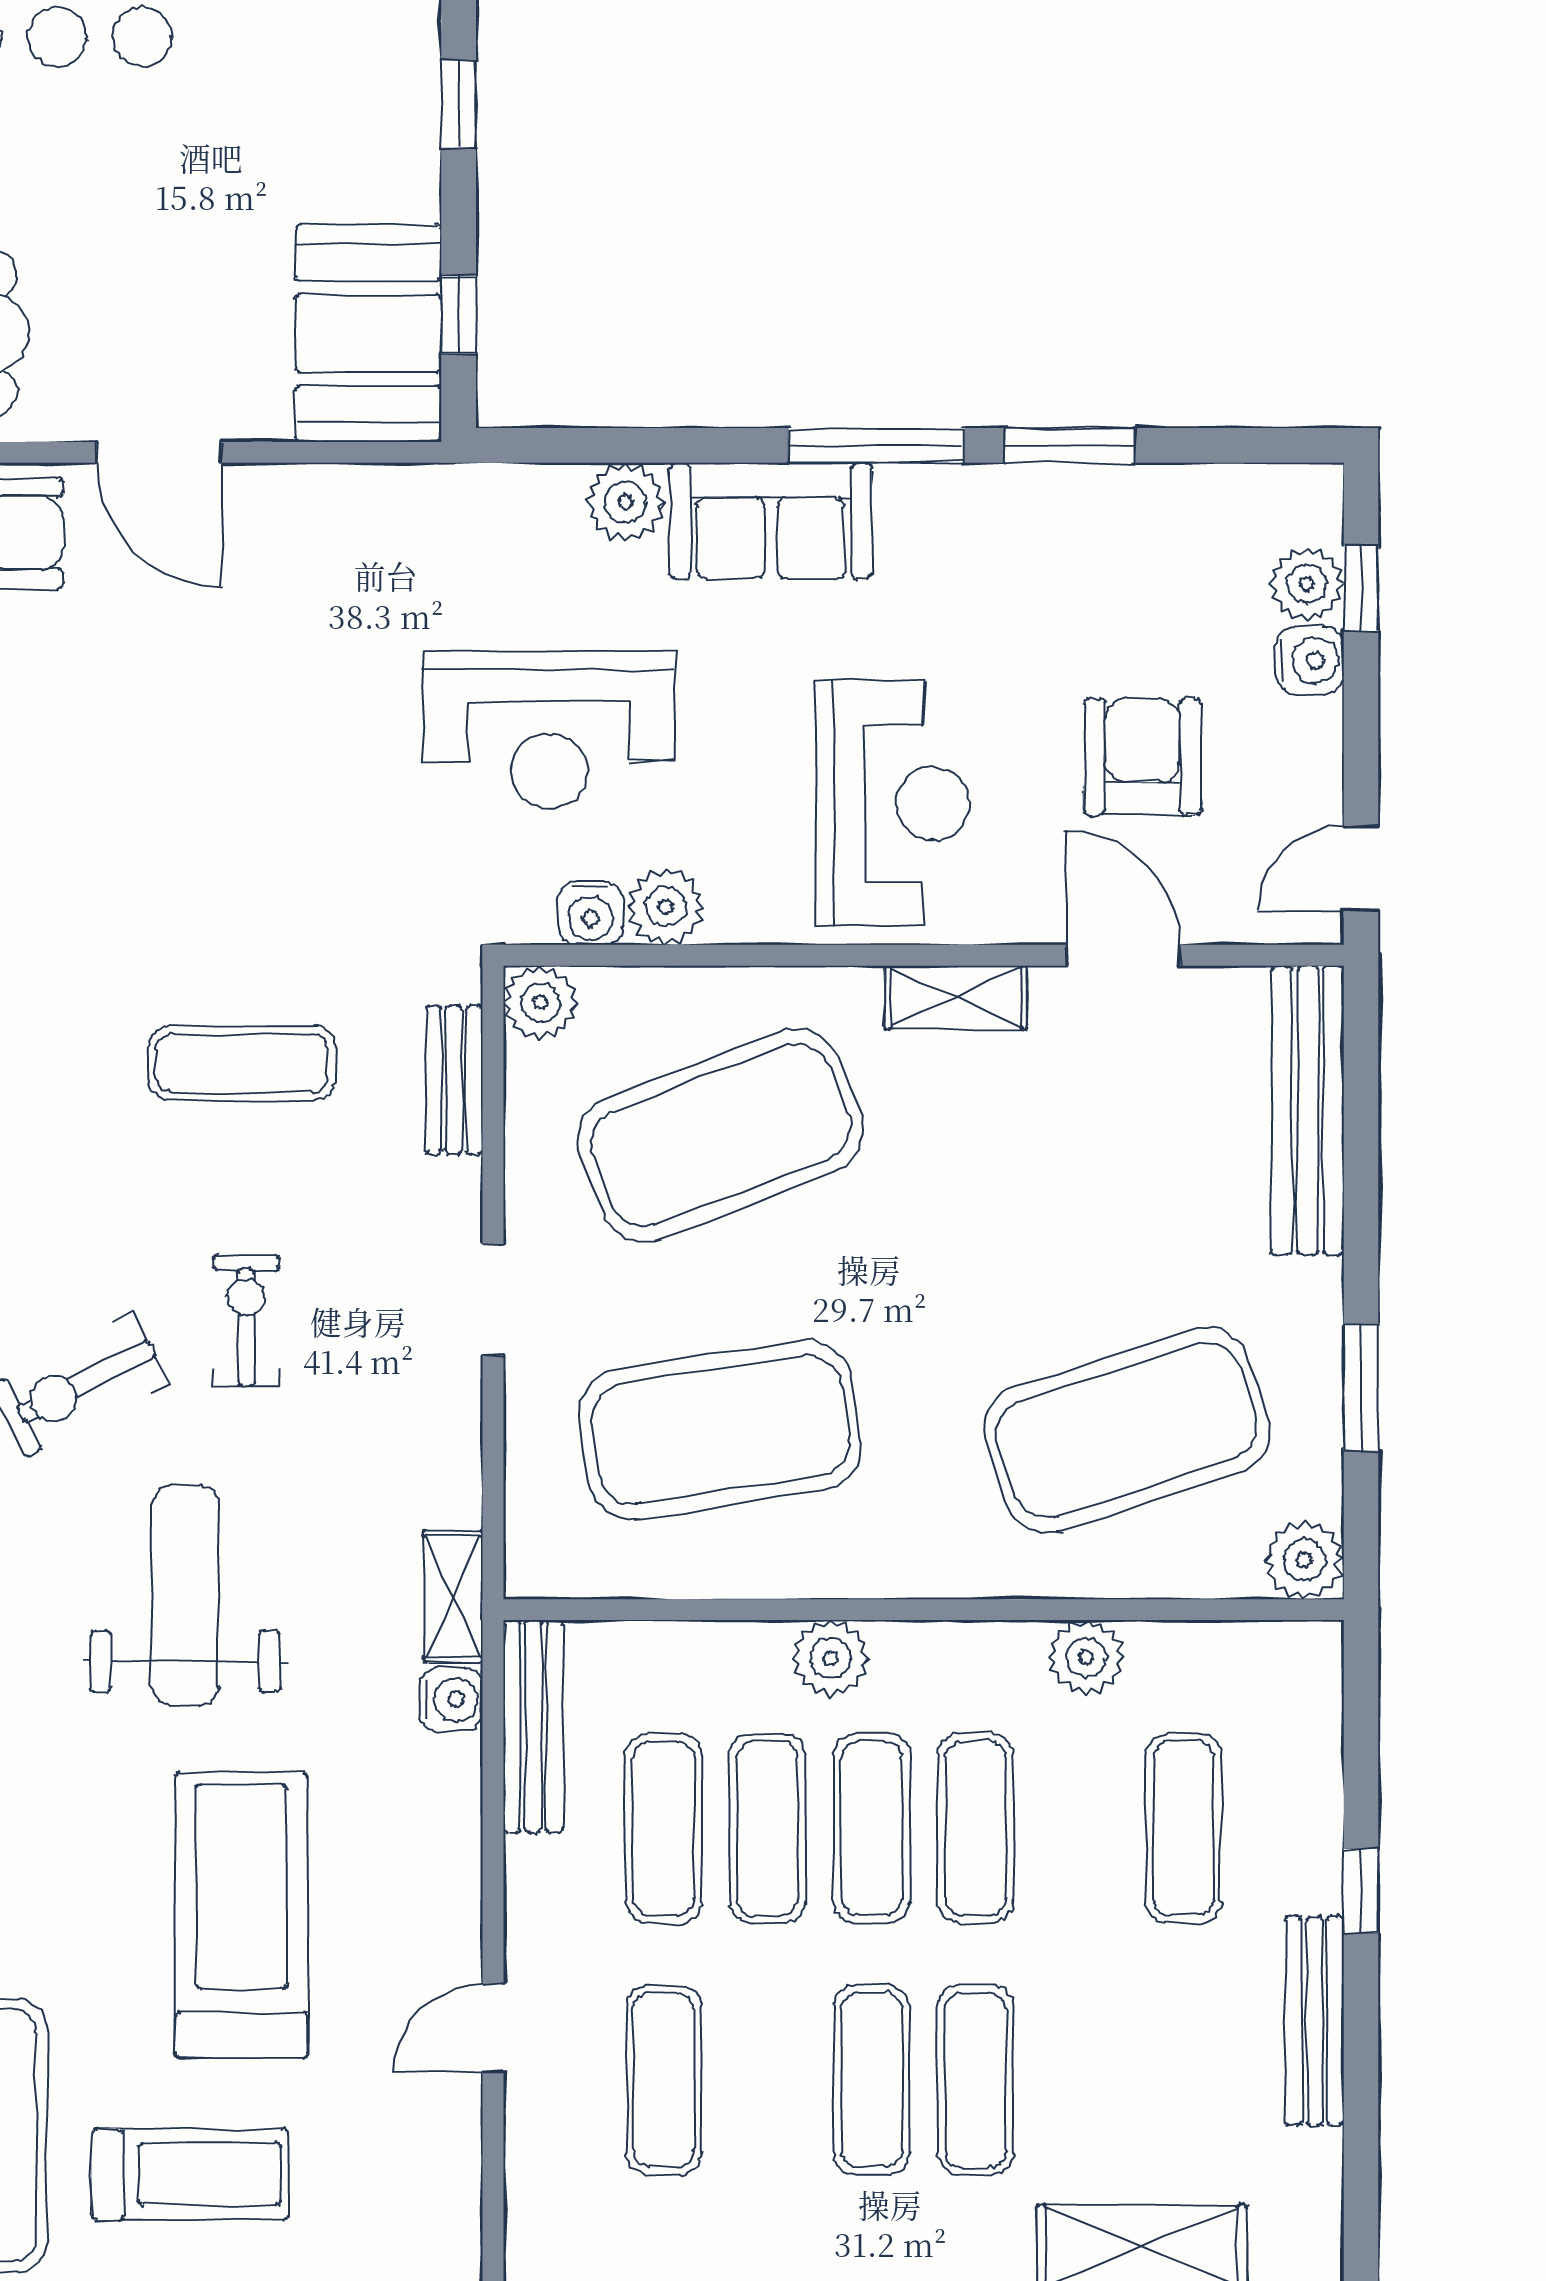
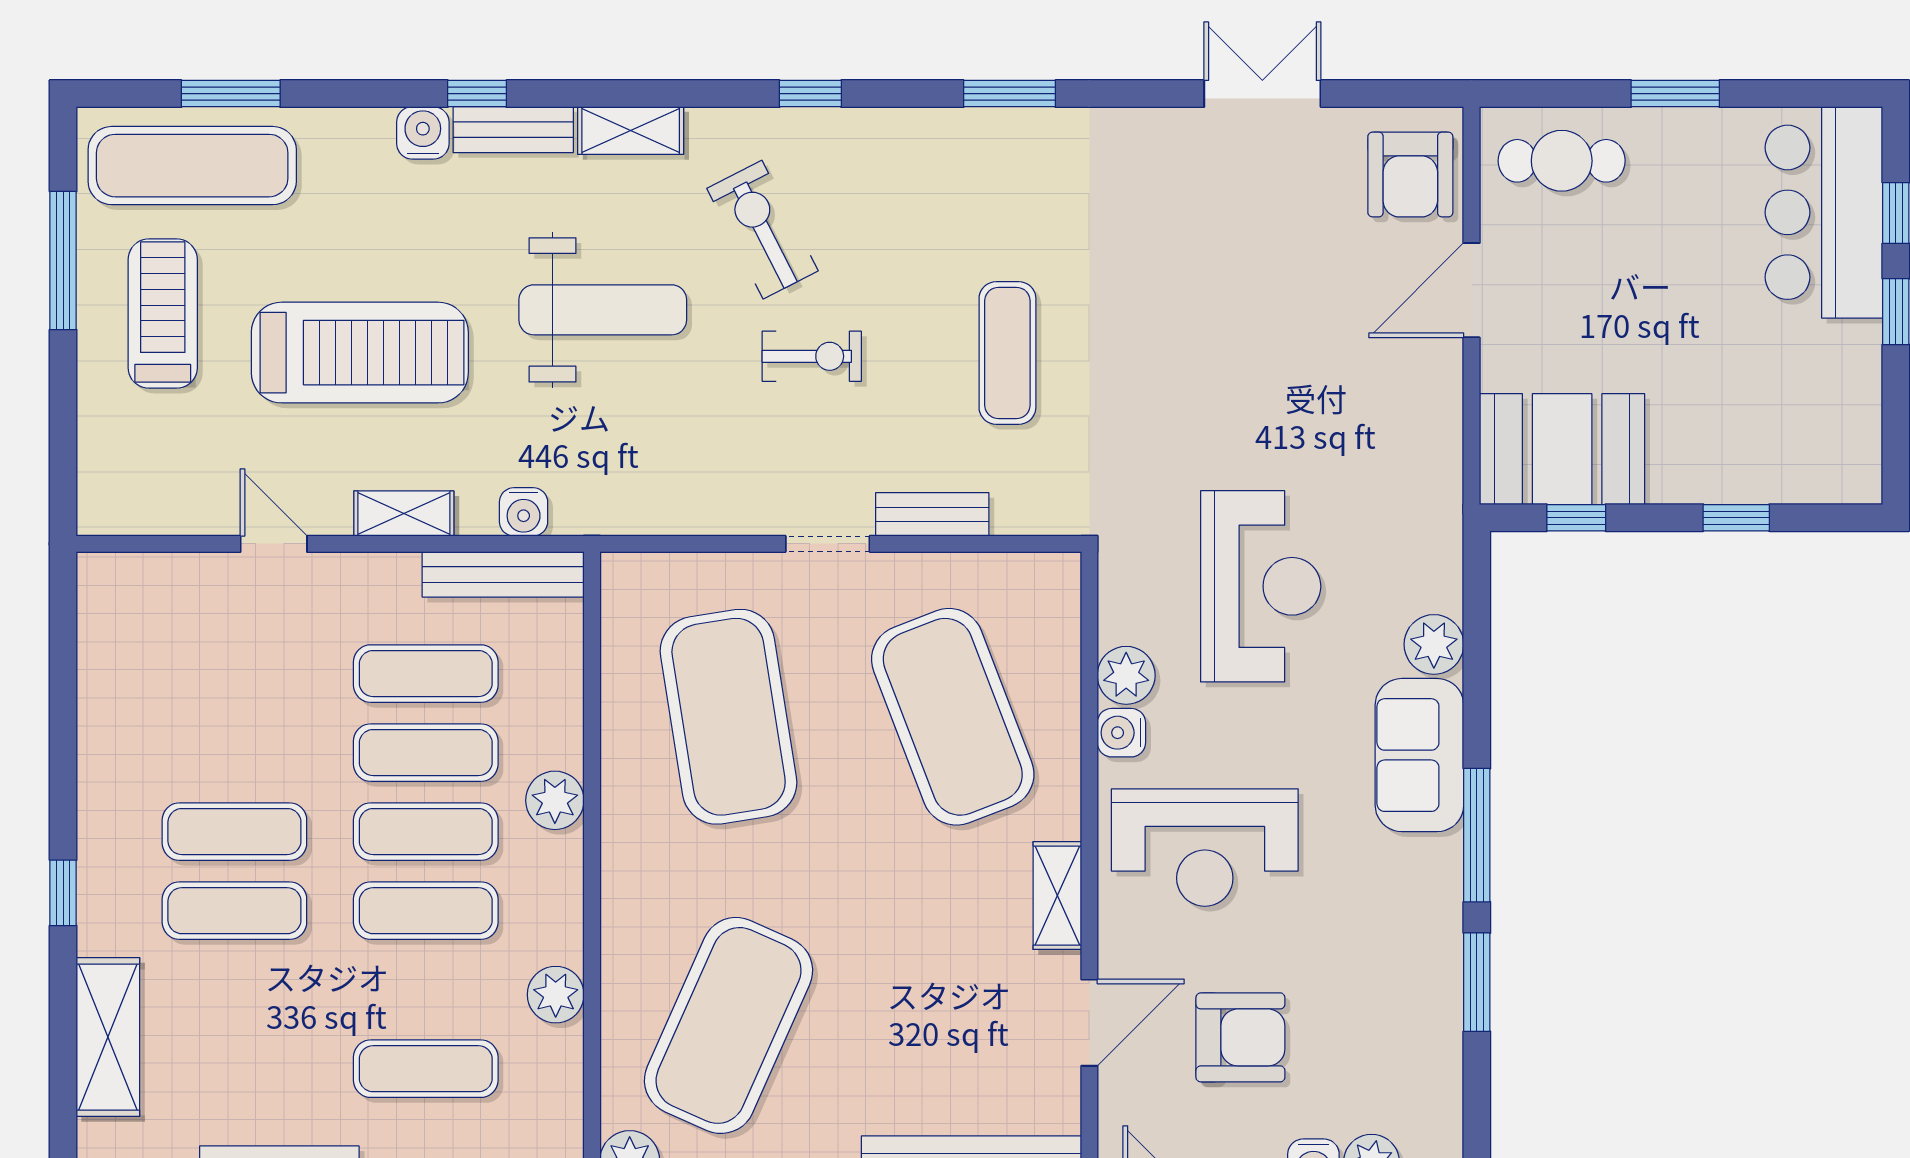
reception desk: (549, 730) -> (1261, 586), turned 180
water cooler: (591, 913) -> (1121, 733), moved
plant: (540, 1002) -> (1053, 580), removed
bench: (454, 1080) -> (932, 514), moved
exercise mat: (1127, 1430) -> (729, 1025), turned 42
shelving: (453, 1596) -> (404, 513), moved
exercise mat: (664, 2080) -> (234, 674), removed
treadmill: (190, 2174) -> (163, 314), turned 180

